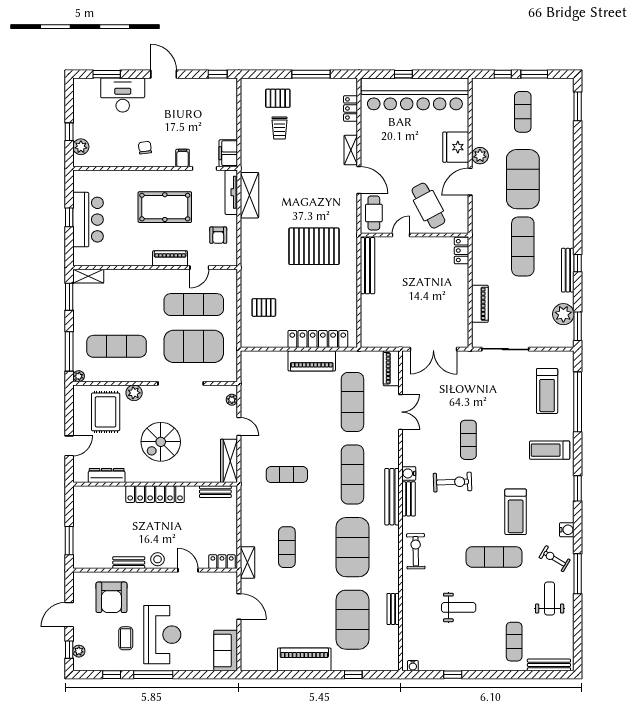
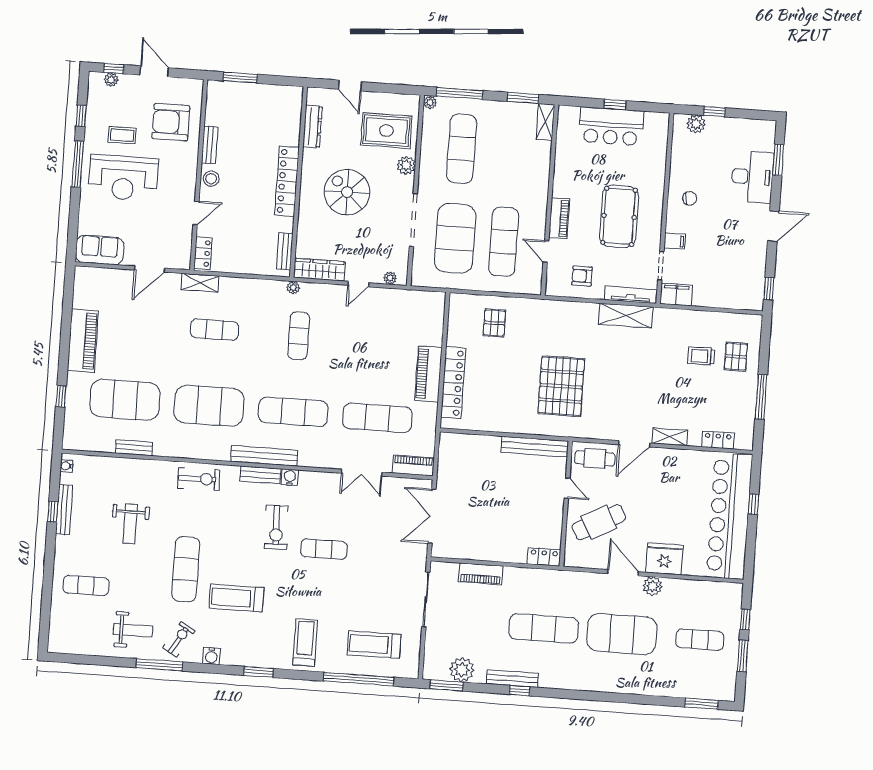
plant: (246, 482) -> (293, 288), added
bench: (549, 665) -> (64, 510), moved

